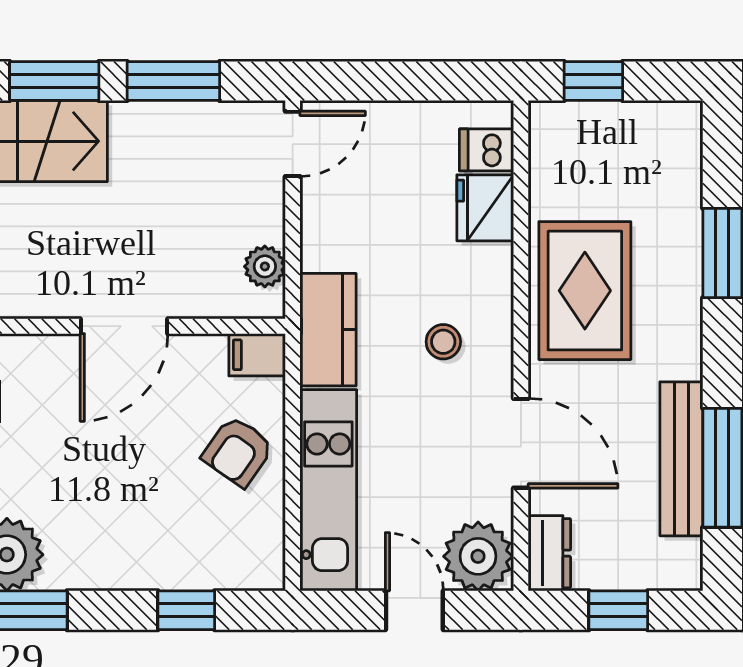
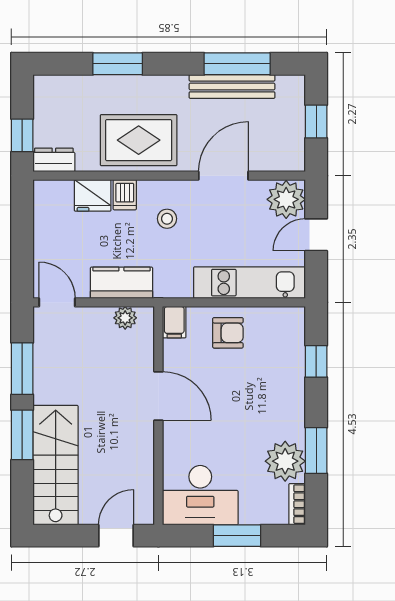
dishwasher: (487, 150) -> (125, 195), moved
kitchen counter: (328, 330) -> (121, 283), moved
armchair: (238, 451) -> (228, 333), turned -35
dresser: (549, 553) -> (54, 160), moved

